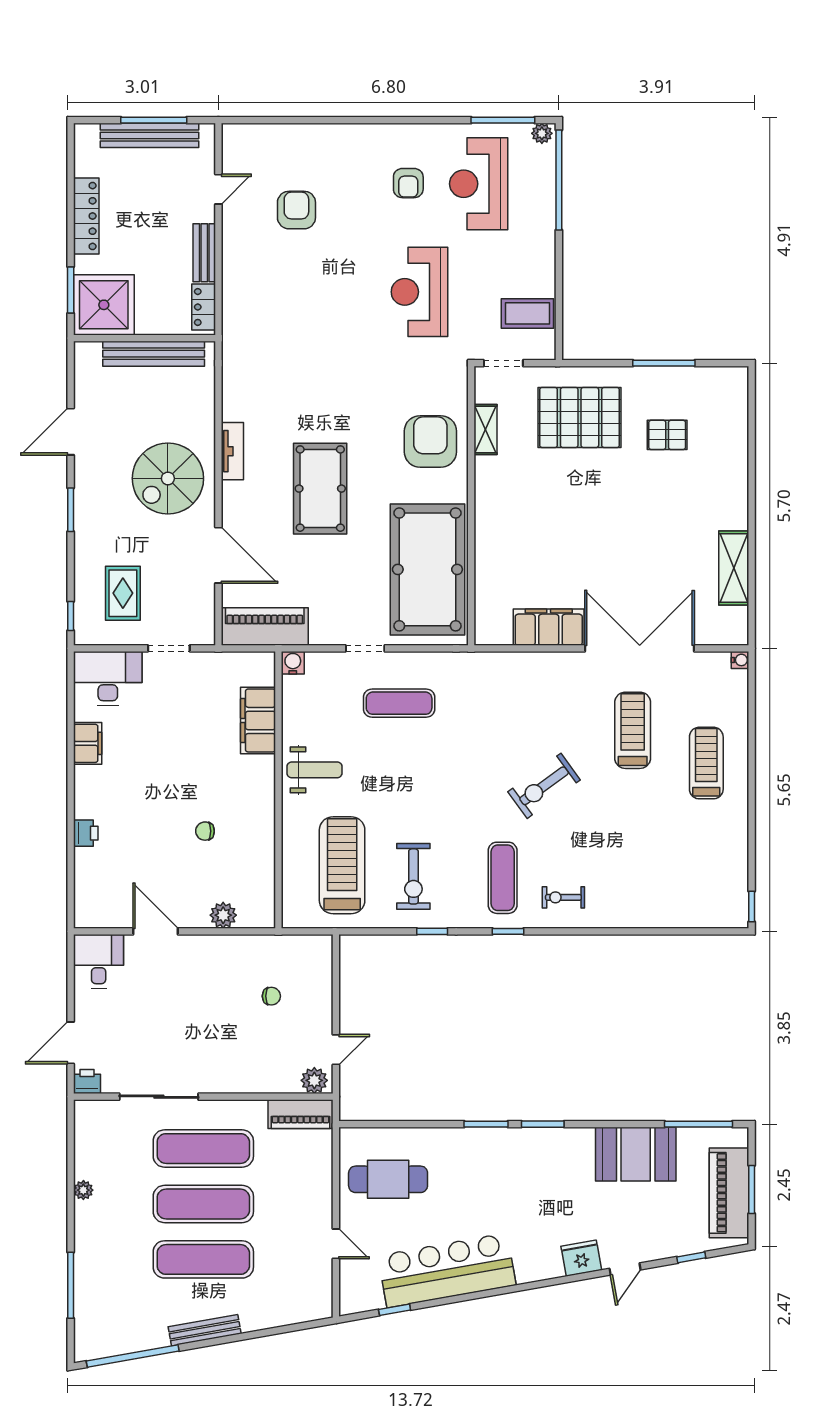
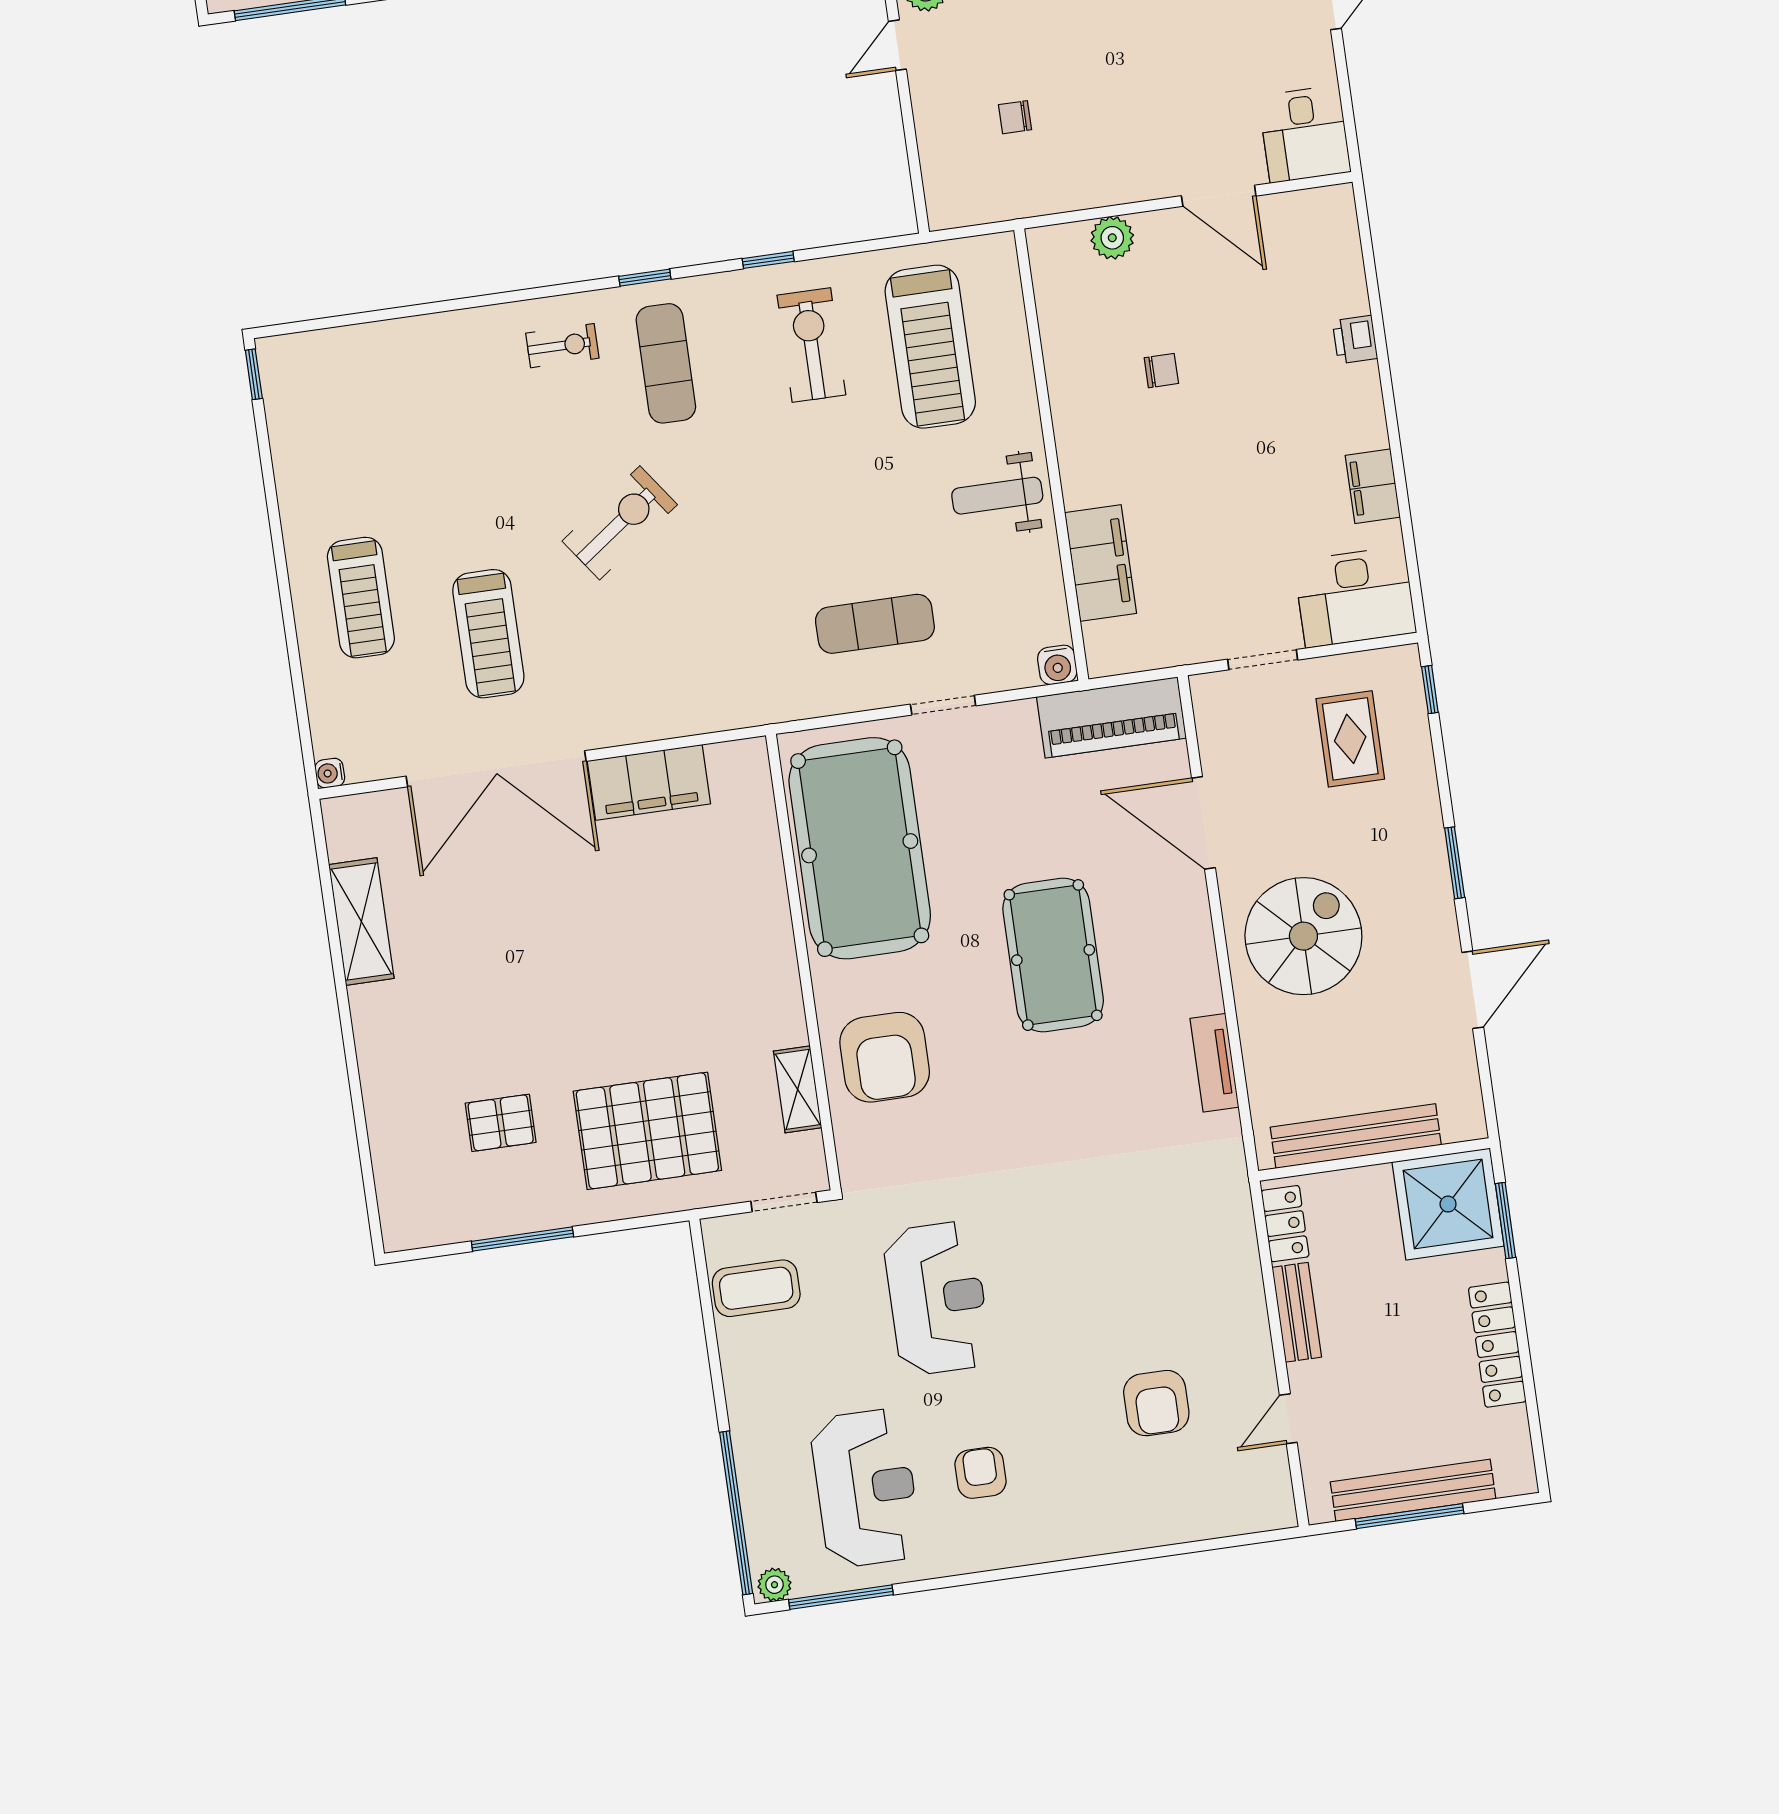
tv unit: (232, 451) -> (1214, 1063), moved

